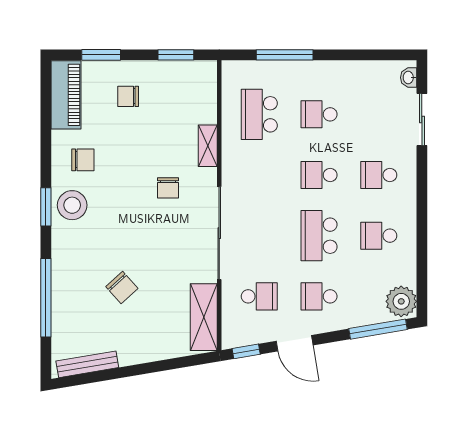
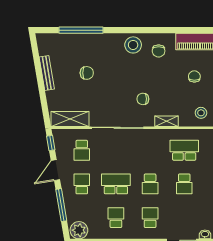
stool: (193, 85) -> (201, 113), added
school desk: (319, 114) -> (184, 184), turned 180
school desk: (319, 175) -> (150, 184), turned 180
window: (46, 207) -> (132, 30), removed
chair: (122, 288) -> (87, 73), turned -138
window: (378, 329) -> (61, 205), moved
bench: (87, 364) -> (47, 73), moved

